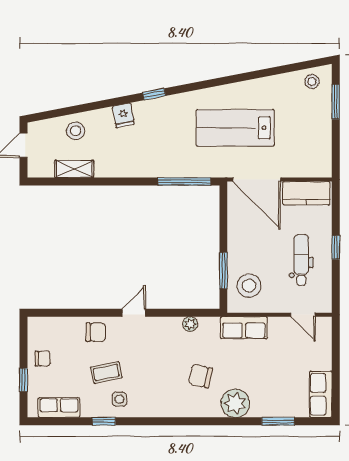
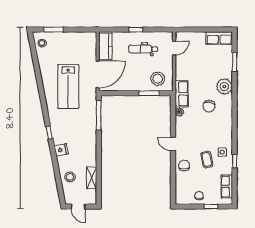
row of seats: (244, 328) -> (182, 94), moved

